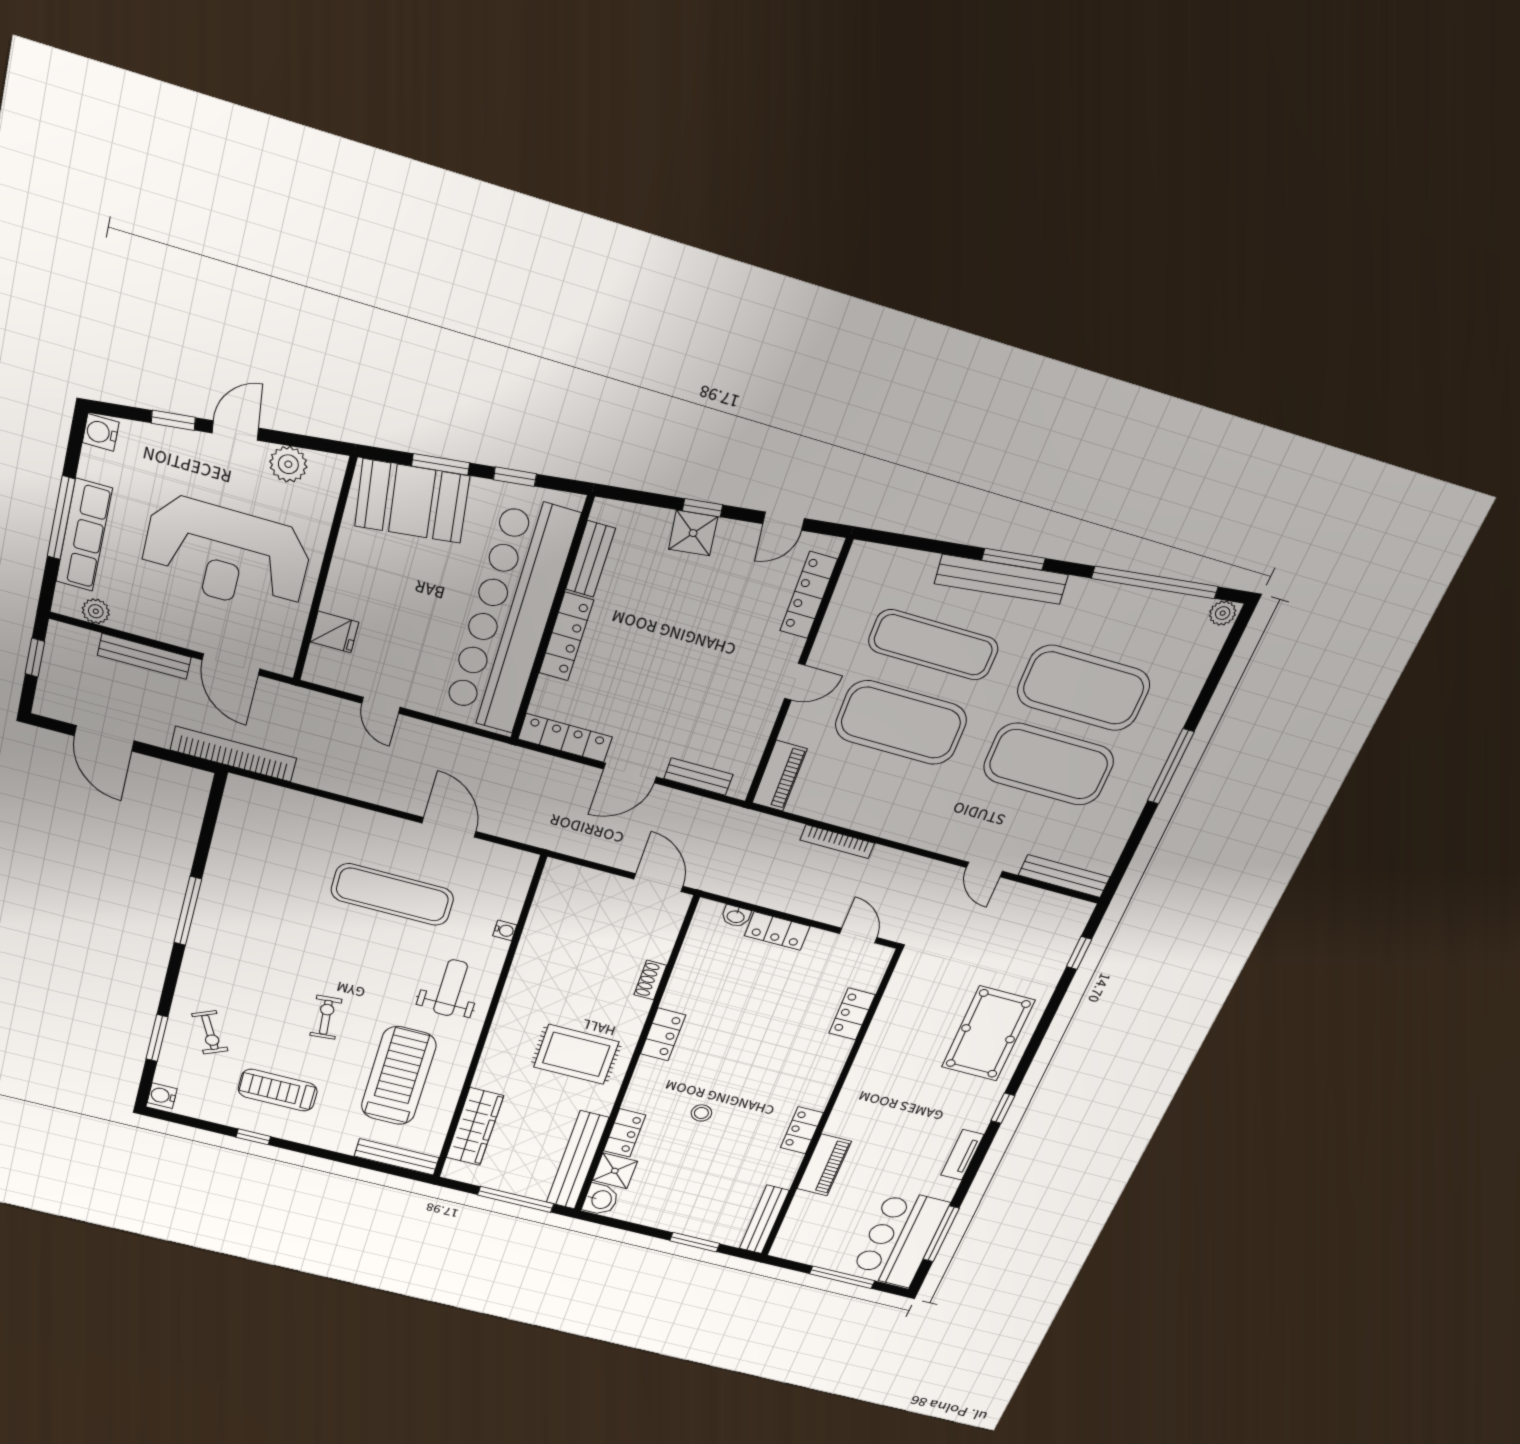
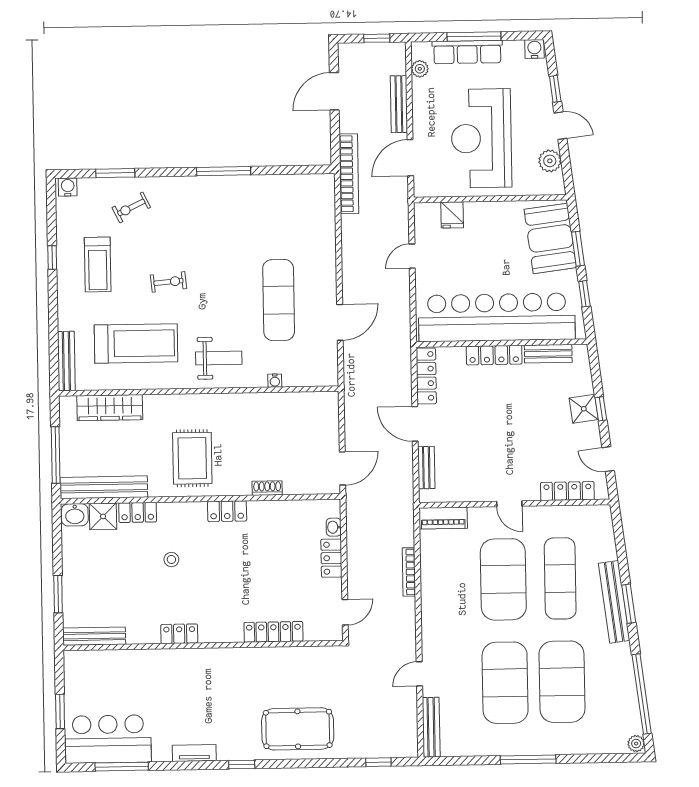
locker: (852, 1014) -> (273, 632), width x1.53
treadmill: (278, 1090) -> (98, 265), turned 180
piano: (824, 1165) -> (155, 660), removed
window: (842, 1277) -> (60, 711), width x0.69

